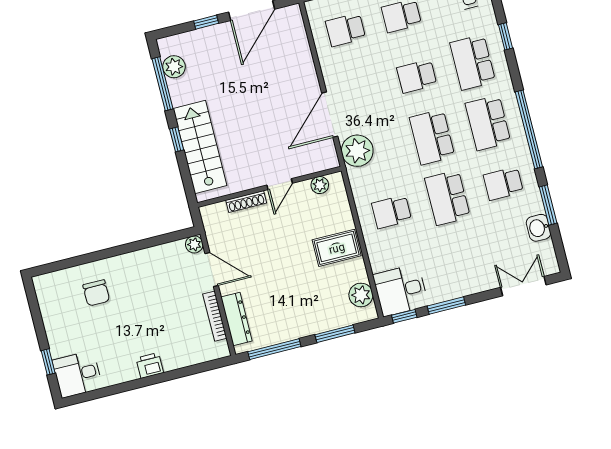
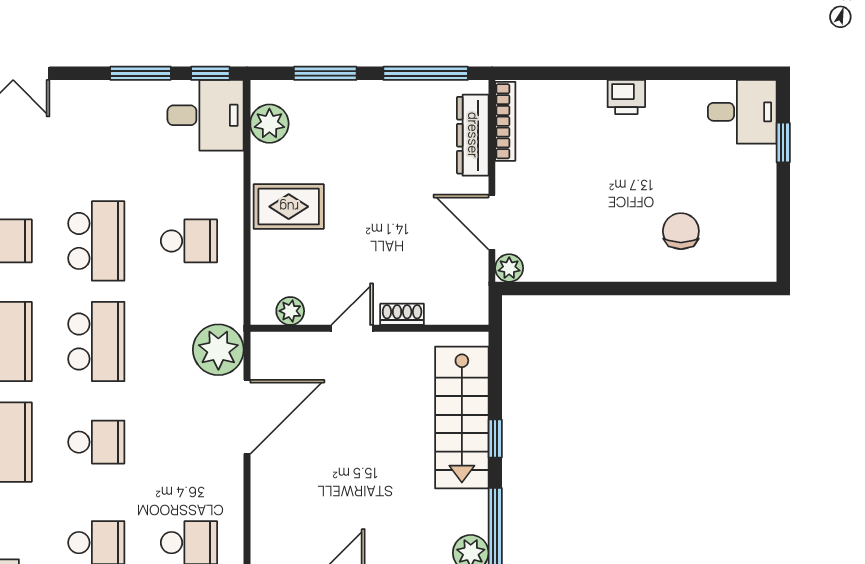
shoe rack: (246, 202) -> (402, 314), width x0.70
bookcase: (215, 316) -> (505, 121), moved

